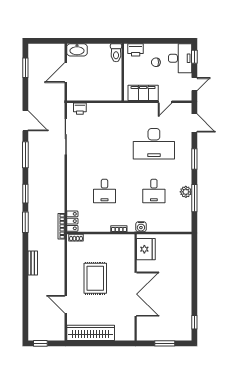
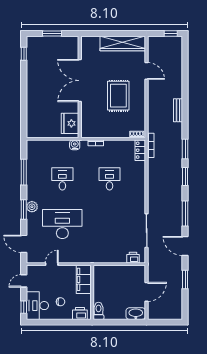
window: (25, 68) -> (185, 280), moved
filing cabinet: (143, 93) -> (84, 279), moved, turned 90
plant: (186, 192) -> (32, 207), moved

